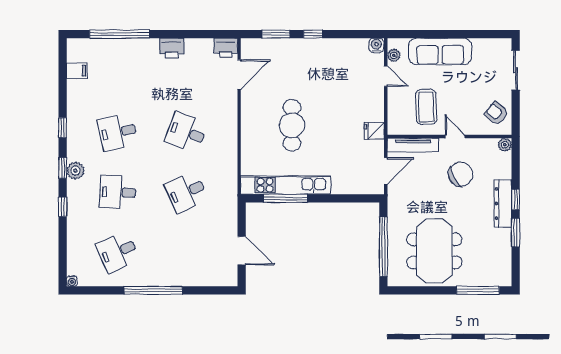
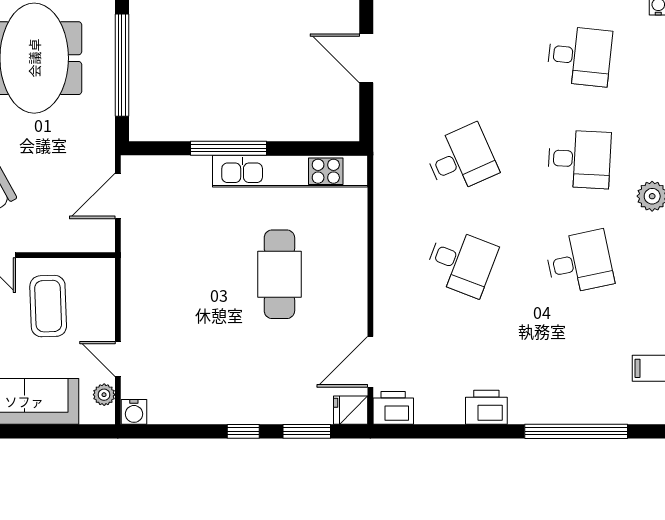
fridge: (374, 131) -> (351, 410), moved, turned 180
tv unit: (413, 145) -> (71, 240), removed
window: (286, 198) -> (229, 148), moved
desk: (118, 252) -> (579, 56), turned 30

